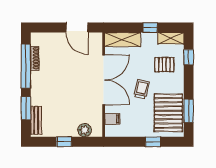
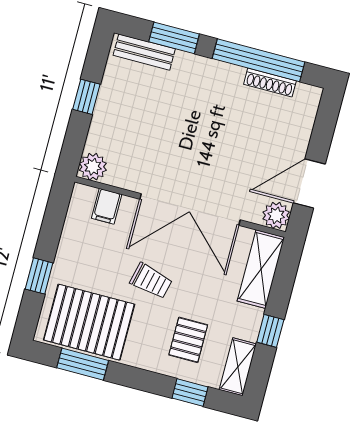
plant: (96, 39) -> (276, 215), added
plant: (85, 130) -> (93, 167), moved

